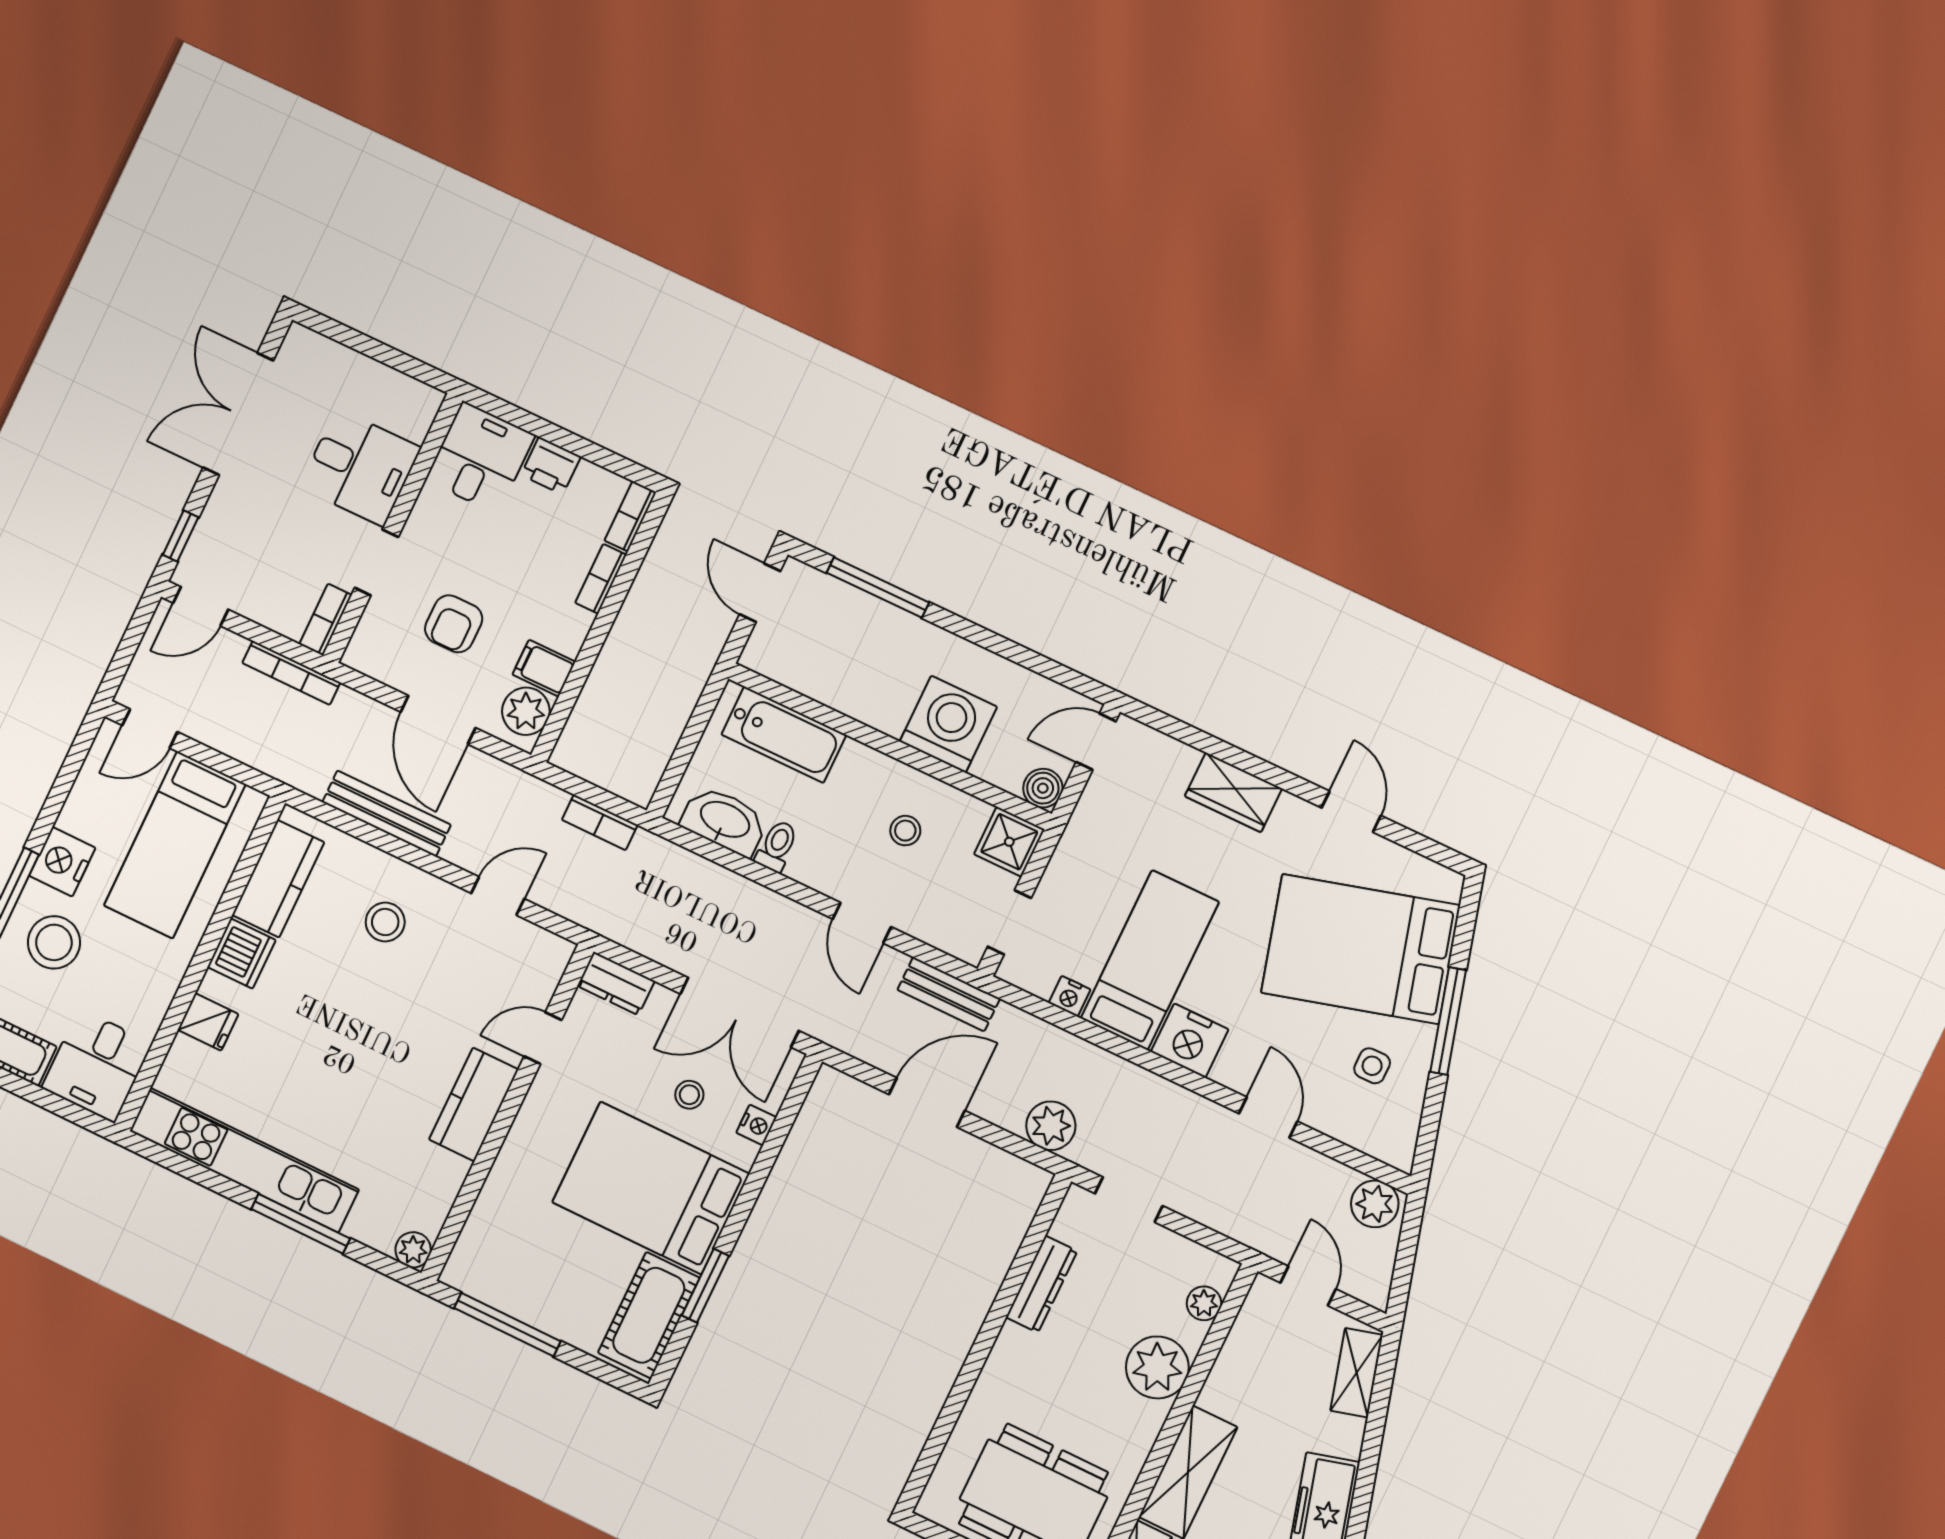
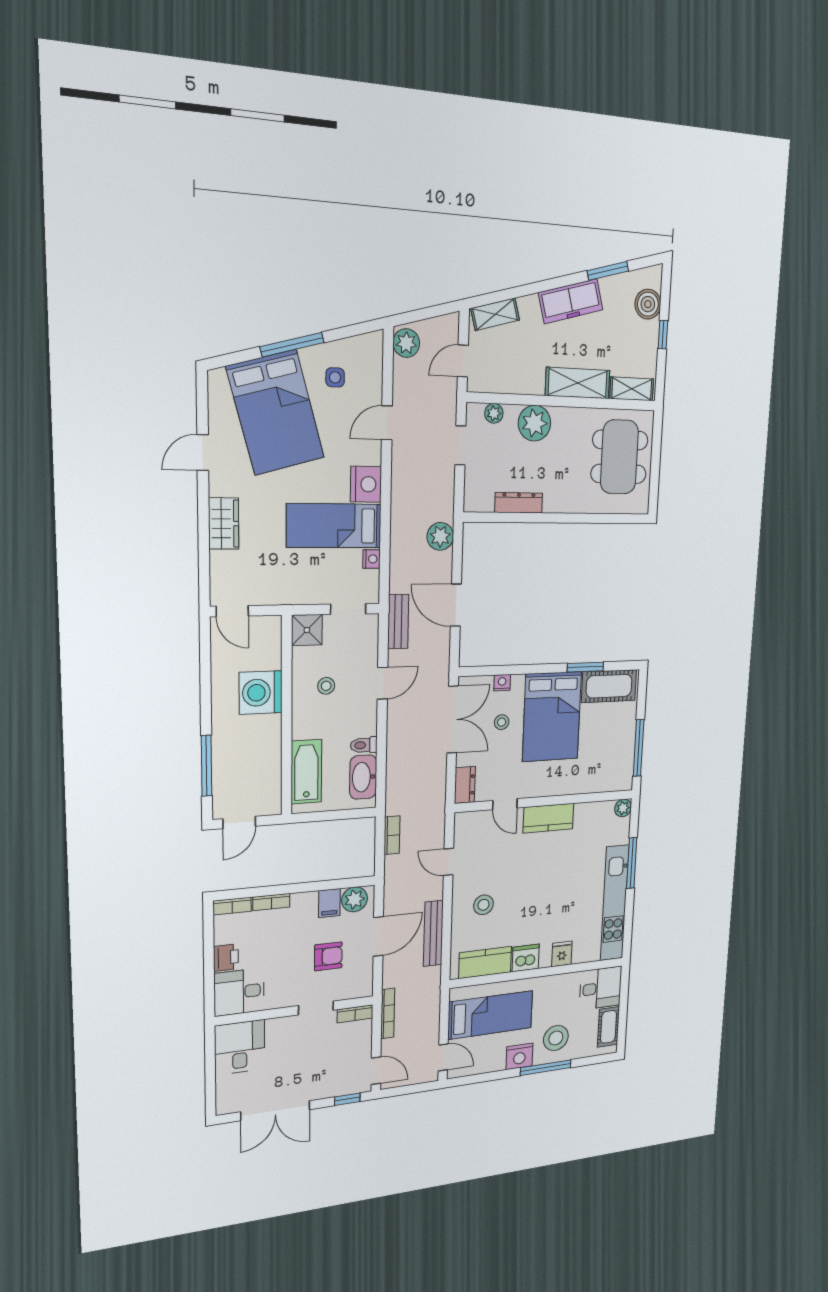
desk: (360, 467) -> (240, 1047), moved
boiler: (1043, 788) -> (271, 627), removed
doorway: (1129, 1200) -> (460, 445), moved

